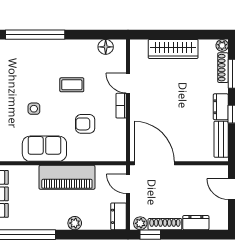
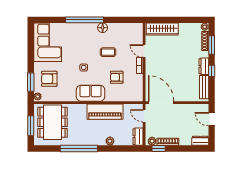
floor lamp: (106, 47) -> (103, 28), moved
wardrobe: (173, 49) -> (162, 29), moved
dresser: (196, 223) -> (200, 141), moved

